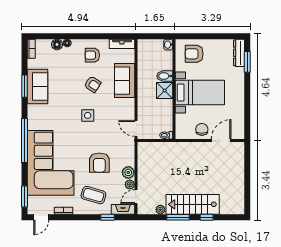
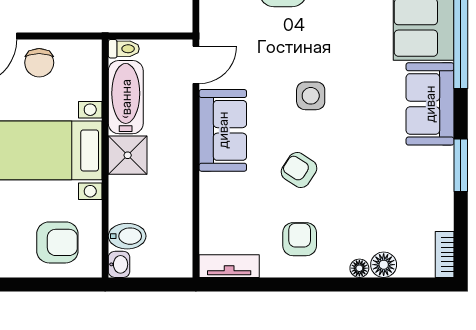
armchair: (92, 55) -> (300, 239), turned -90
bidet: (165, 76) -> (127, 236), moved
sofa: (125, 81) -> (223, 130), moved
sofa: (38, 86) -> (430, 104), moved
bathtub: (165, 115) -> (126, 97), added
door: (136, 128) -> (196, 65), hinge flipped

